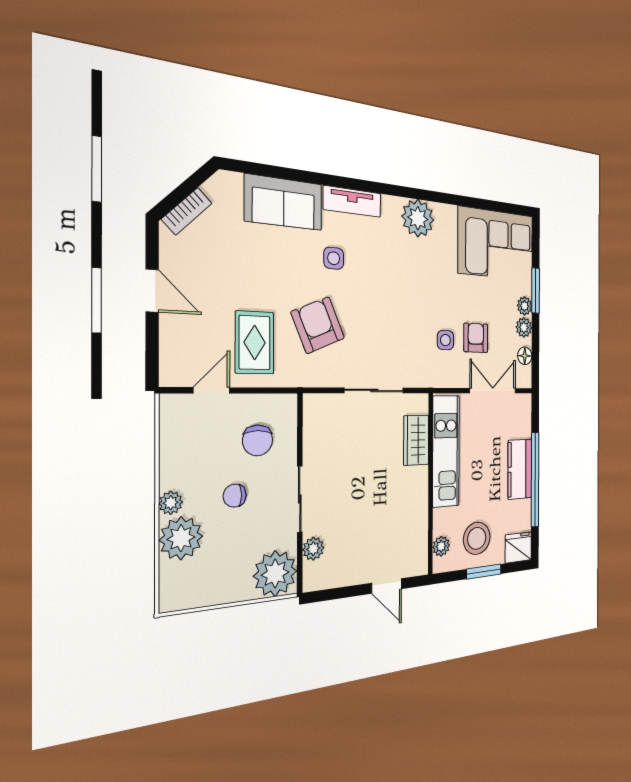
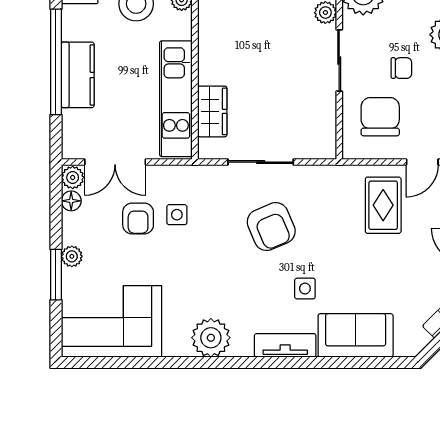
armchair: (318, 325) -> (271, 227), moved
plant: (524, 327) -> (73, 177), moved
chair: (258, 440) -> (380, 117), width x1.37, depth x1.37

